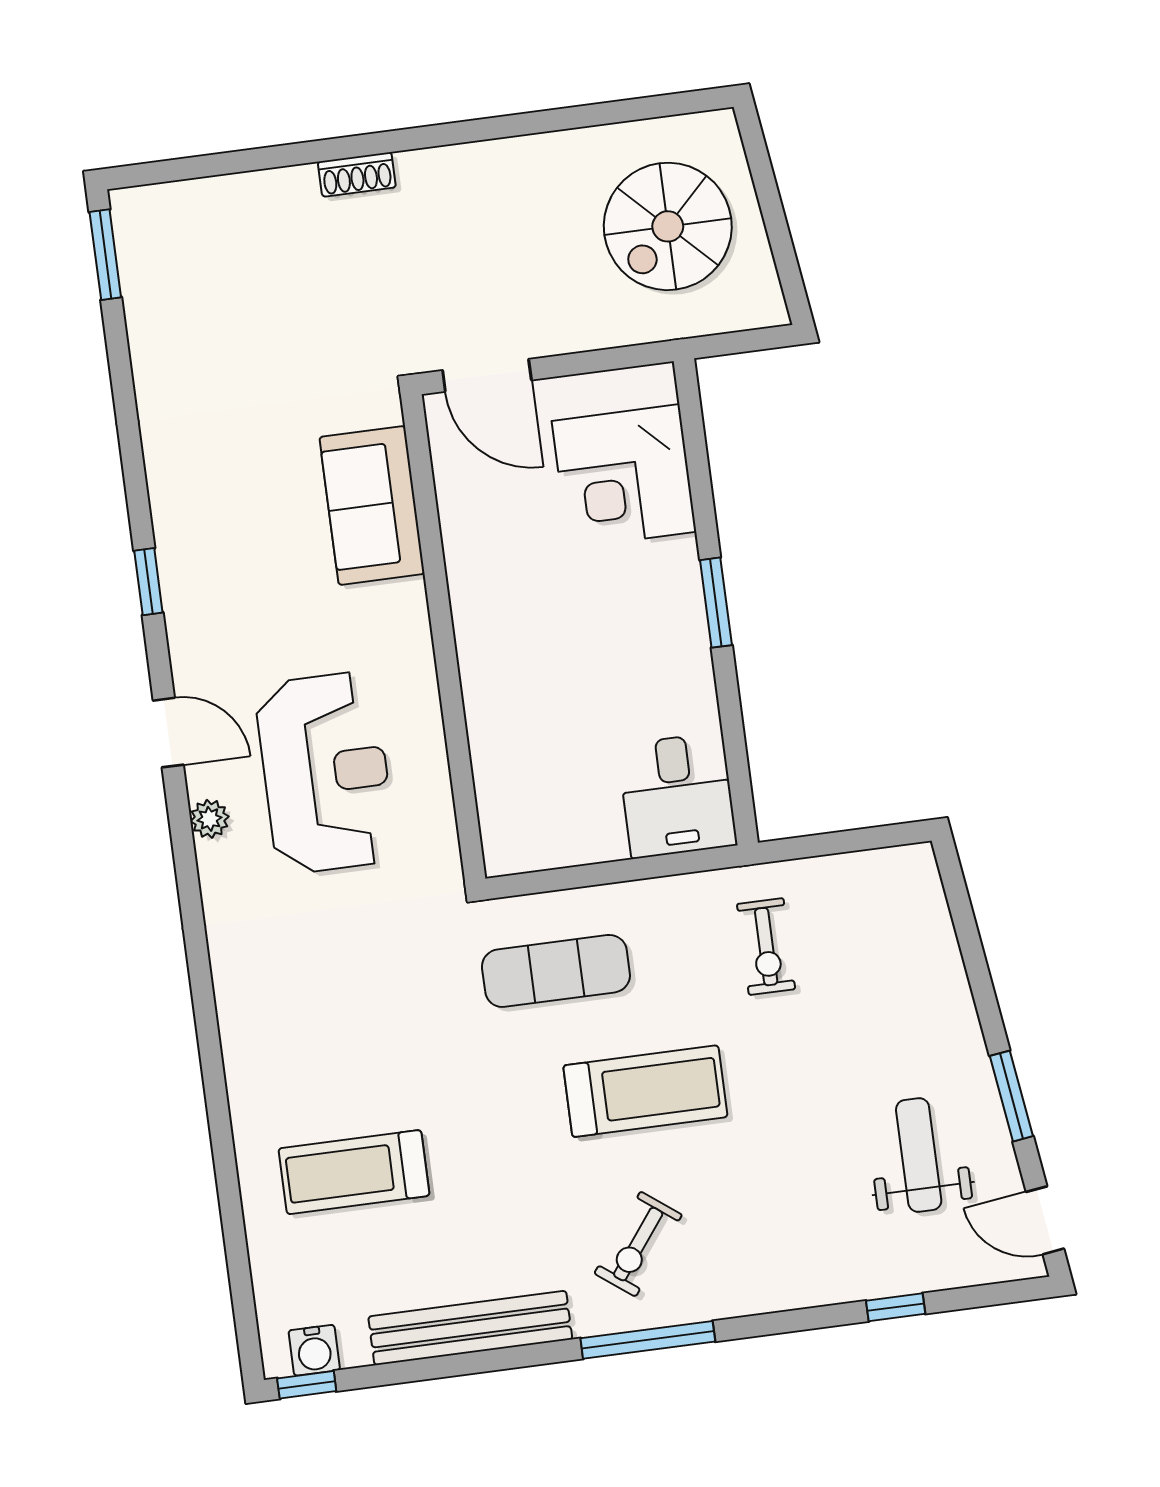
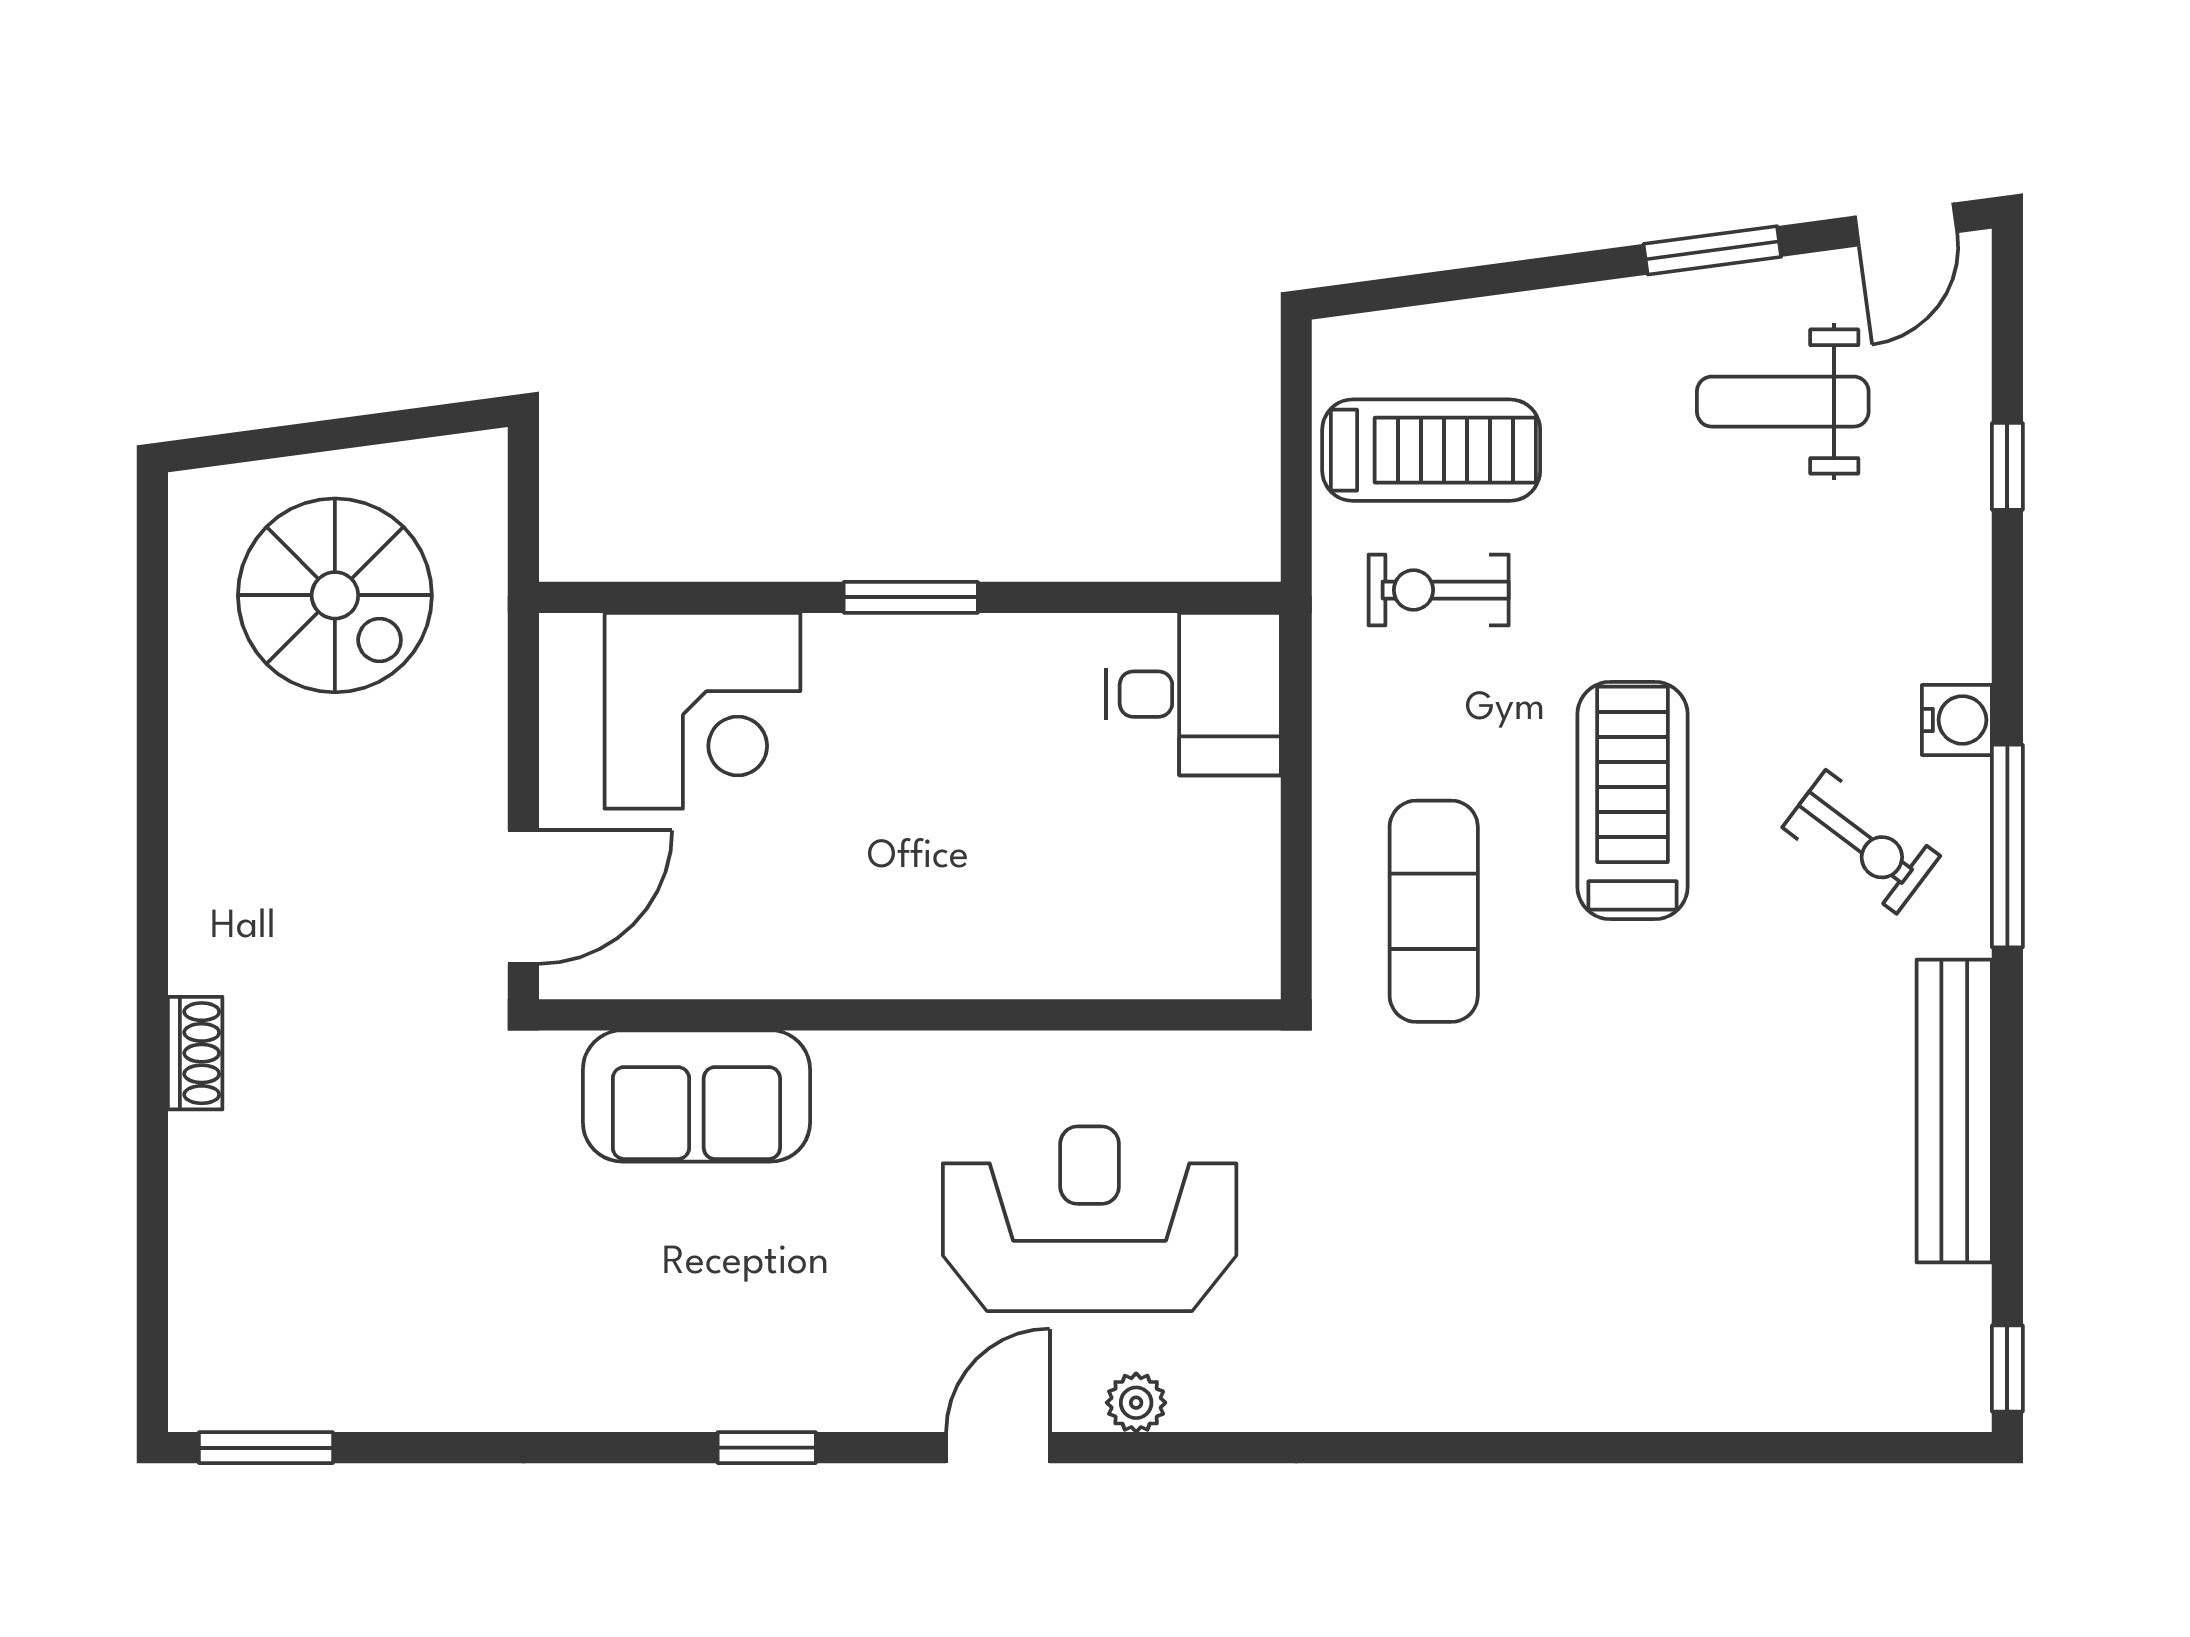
exercise bike: (766, 947) -> (1439, 590), turned 180
treadmill: (354, 1172) -> (1431, 450), moved, turned -90
water cooler: (314, 1350) -> (1957, 720), moved

